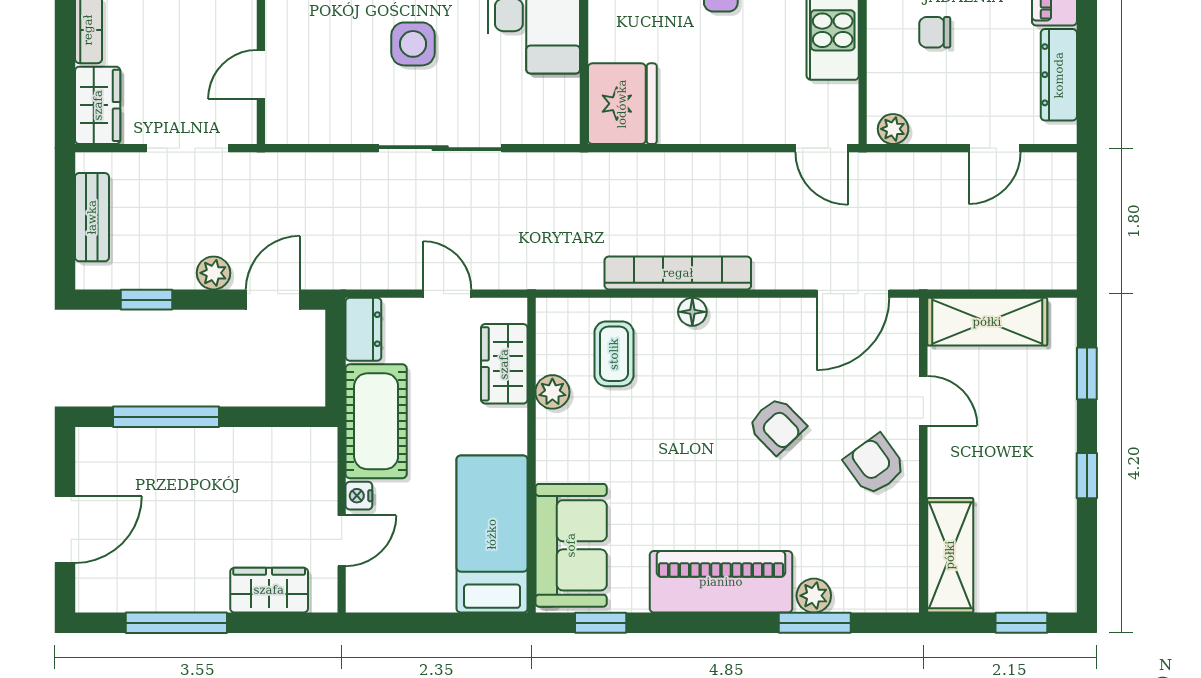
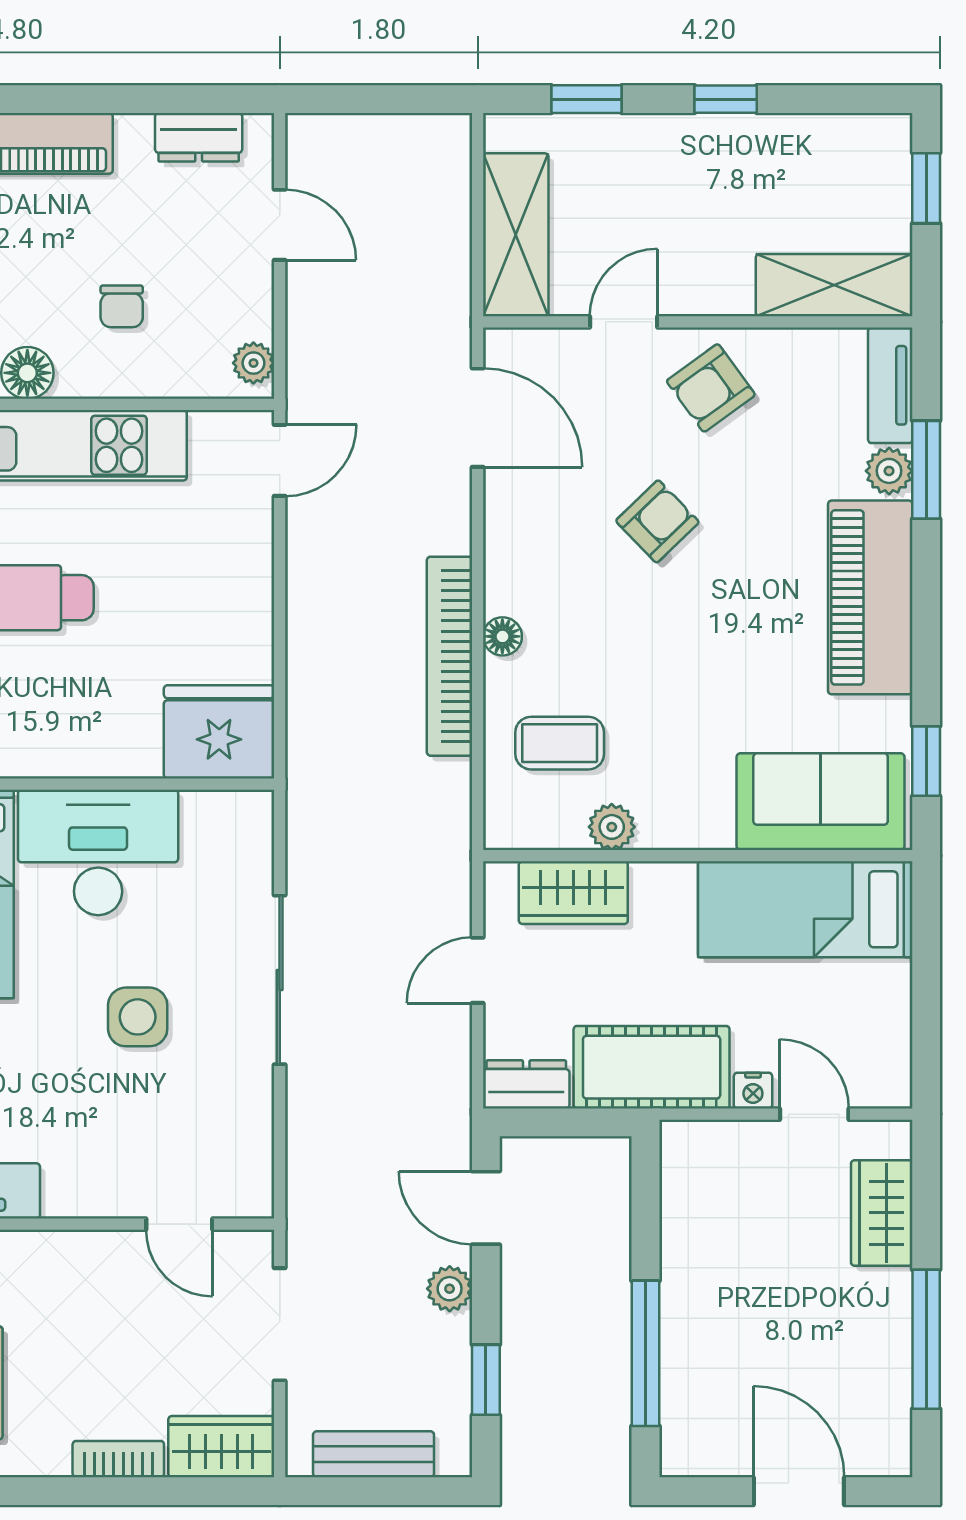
dresser: (1059, 75) -> (199, 137), width x0.70
tv unit: (877, 596) -> (890, 385), added

